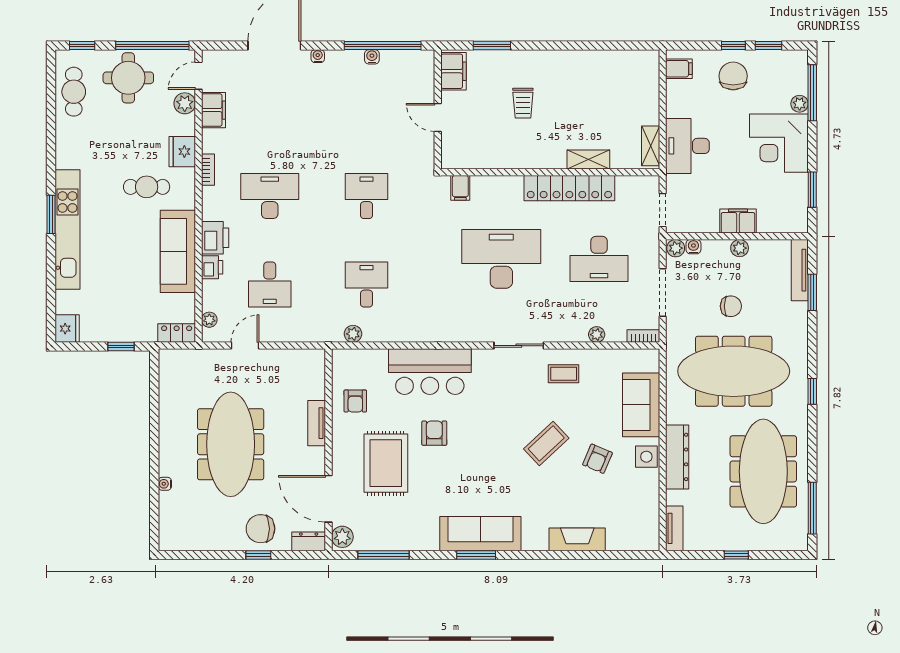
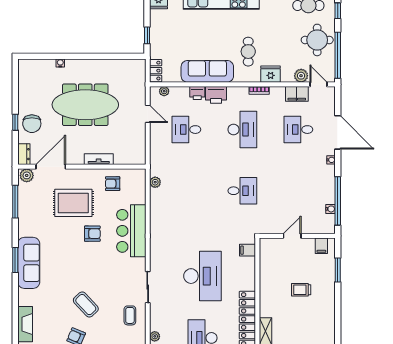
water cooler: (372, 57) -> (330, 209), moved
filing cabinet: (453, 71) -> (321, 246), width x0.50
desk: (366, 285) -> (298, 130), moved, turned 180
chair: (261, 529) -> (32, 124), turned 180

